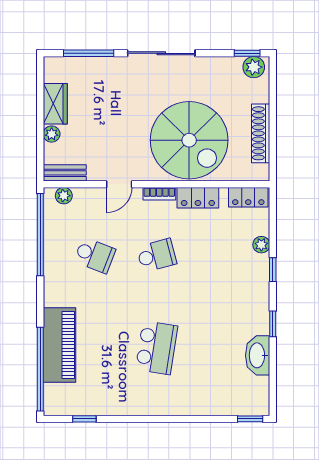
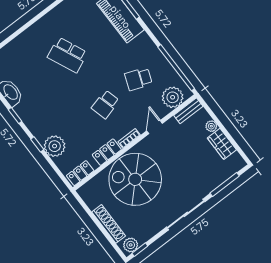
shoe rack: (261, 133) -> (109, 224), moved
plant: (64, 196) -> (173, 97), width x1.87, depth x1.87
plant: (261, 245) -> (55, 146), width x1.87, depth x1.87
school desk: (157, 348) -> (67, 55), turned -33

